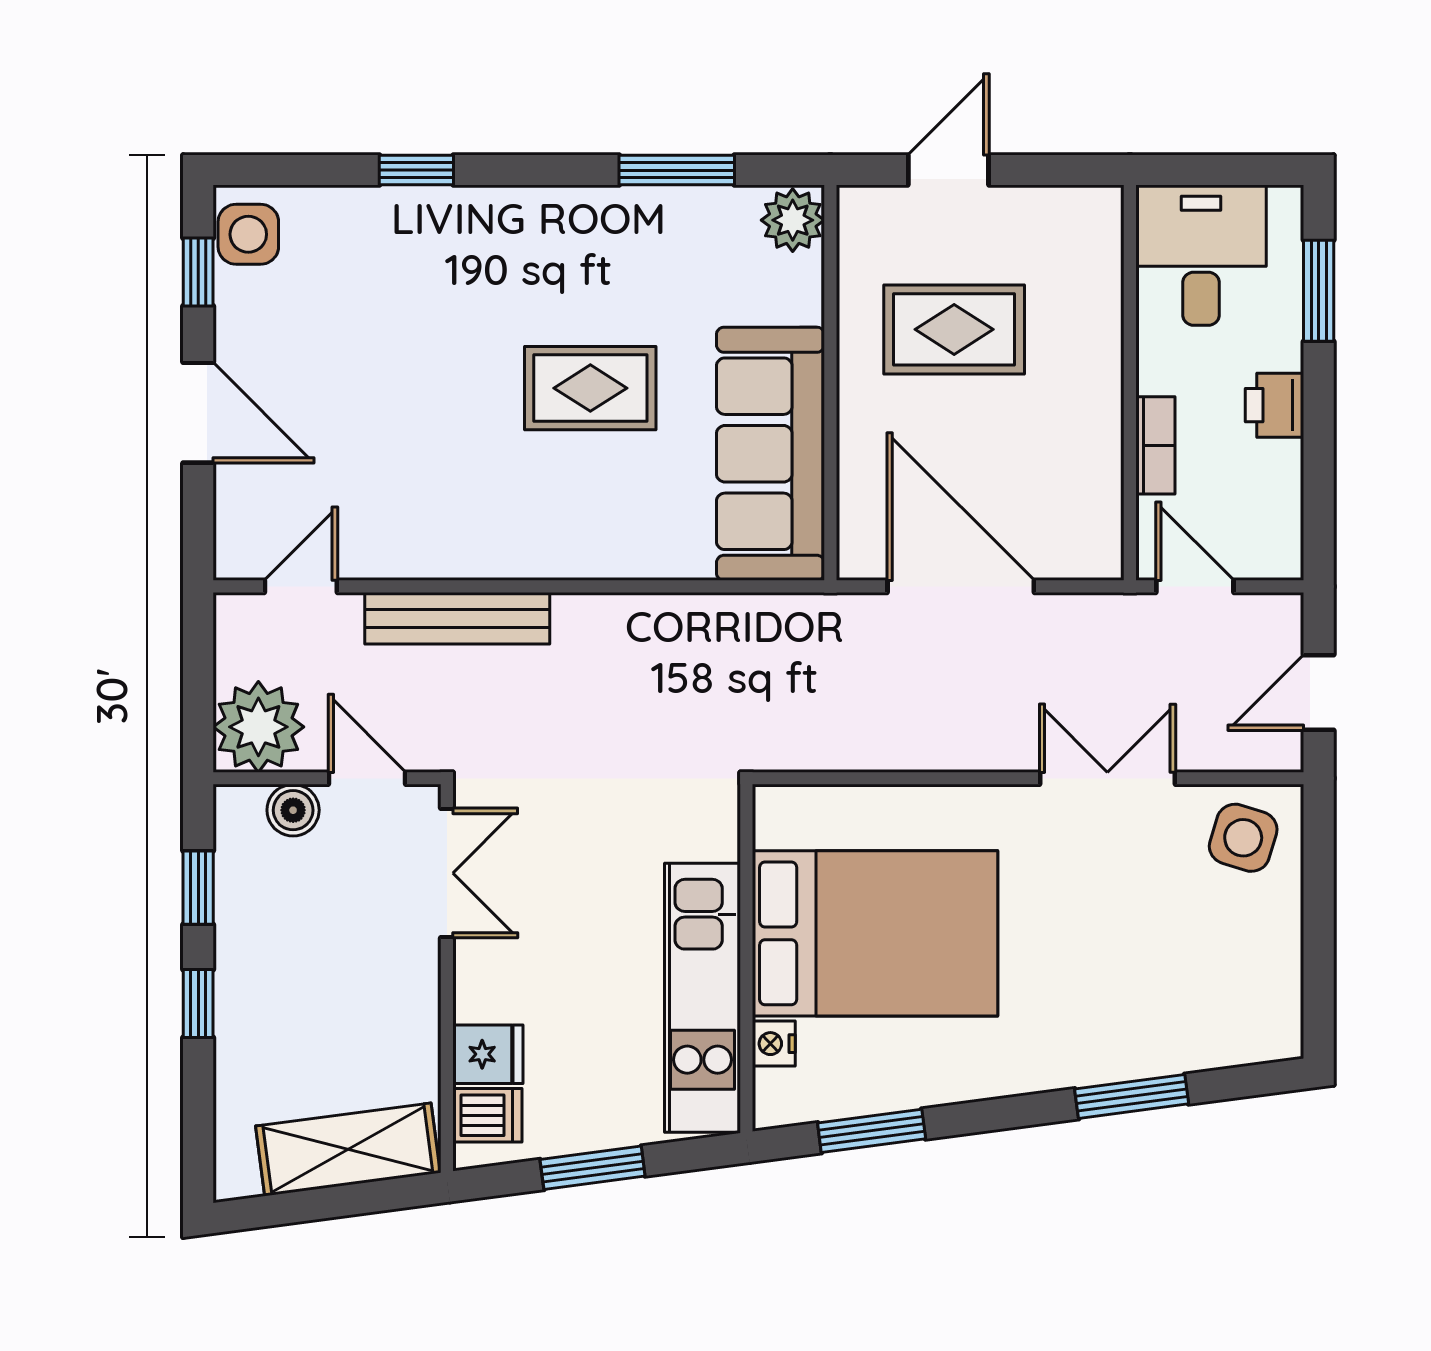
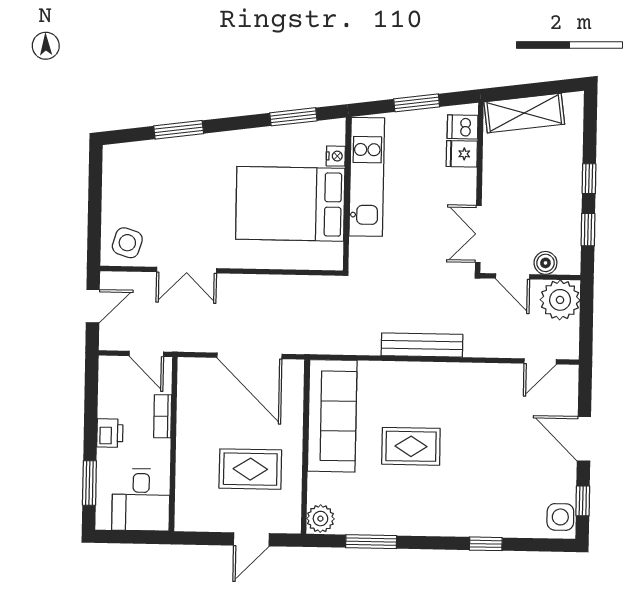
bench: (457, 618) -> (422, 345), moved

